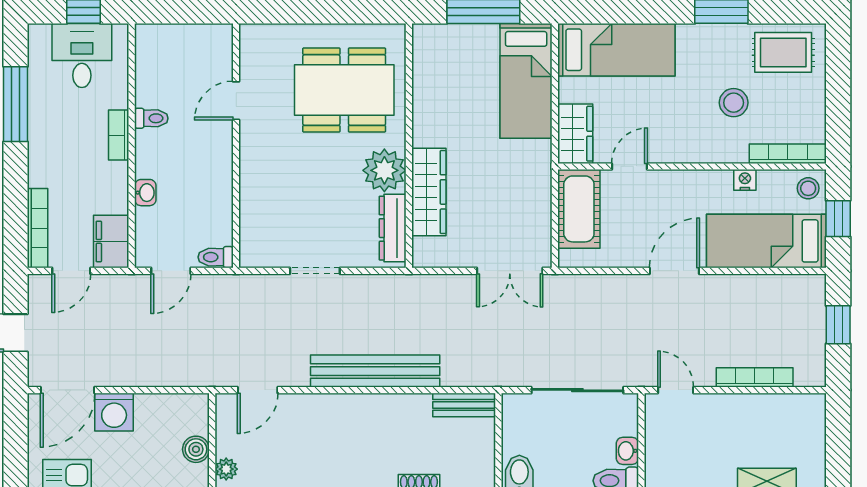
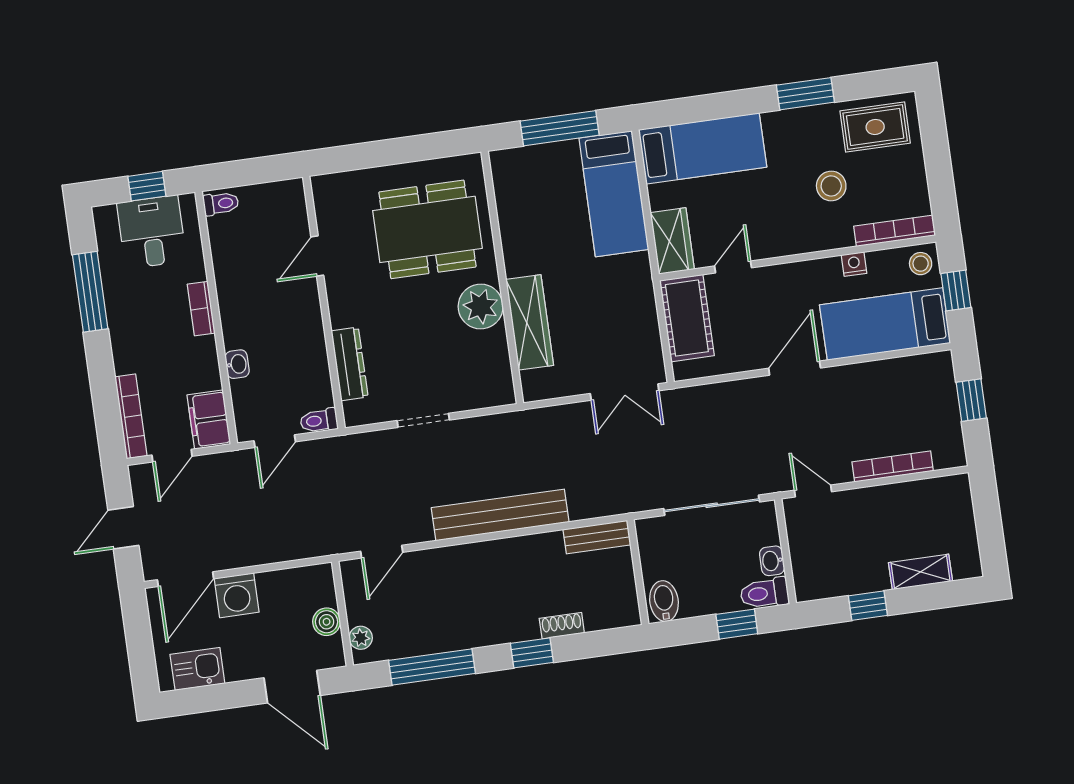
toilet: (151, 118) -> (221, 204), moved
dresser: (393, 228) -> (350, 364), moved, turned 180

